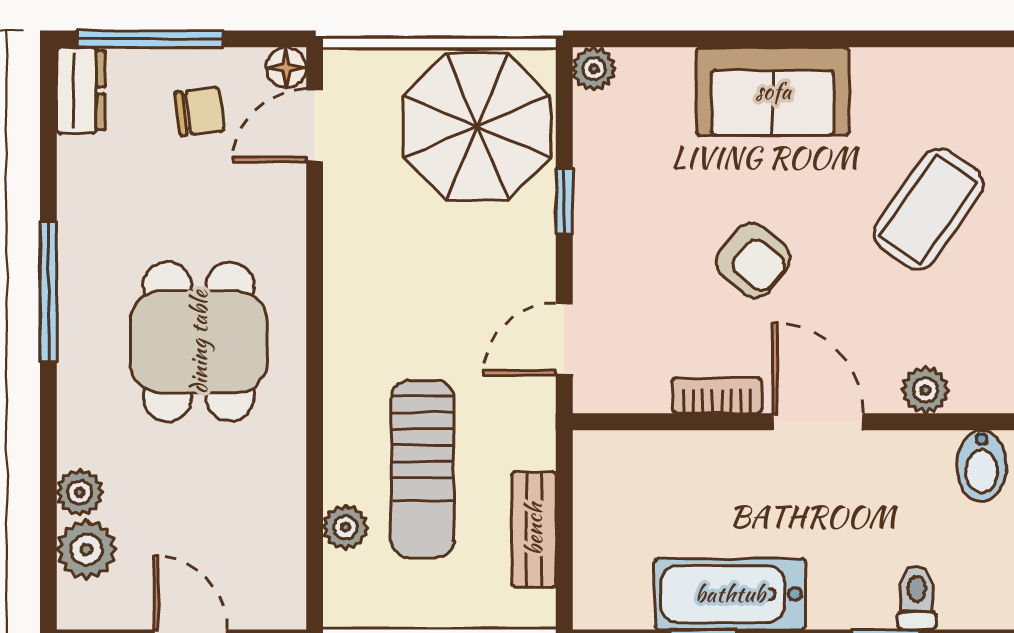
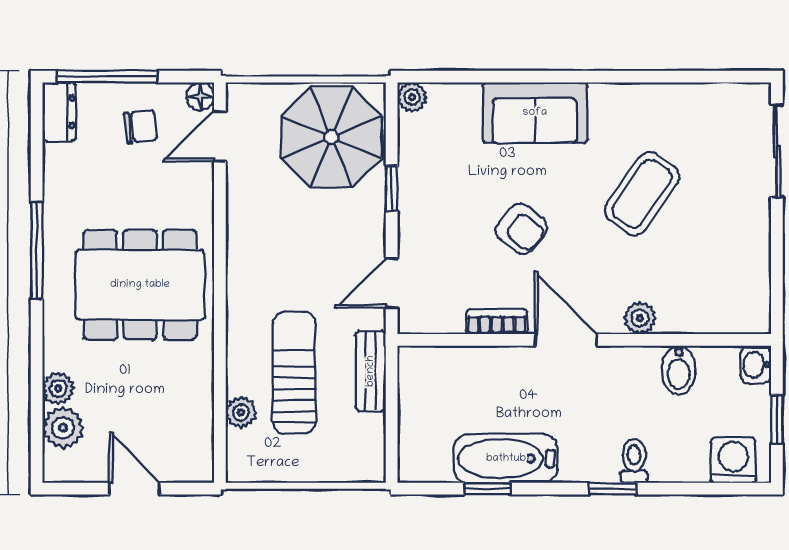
dining table: (199, 342) -> (140, 285), width x1.38
sun lounger: (423, 469) -> (294, 373), turned 180
bench: (534, 529) -> (371, 371), moved

